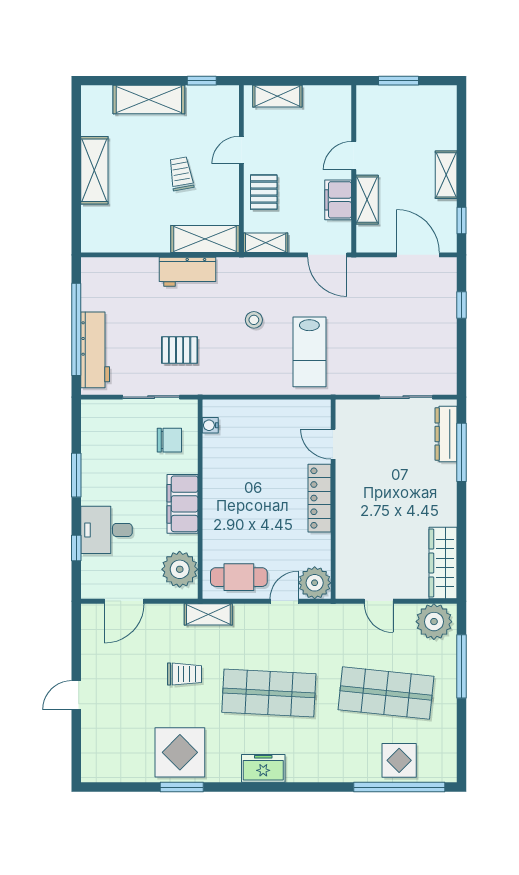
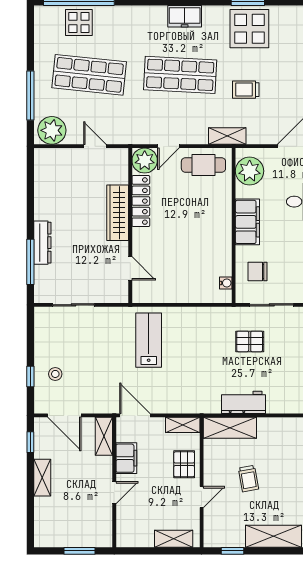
shelving: (367, 200) -> (104, 436), moved
stool: (254, 320) -> (55, 374), moved
dresser: (446, 434) -> (42, 243), moved
locker: (320, 498) -> (141, 201), moved
wardrobe: (443, 563) -> (118, 213), moved, turned 180

